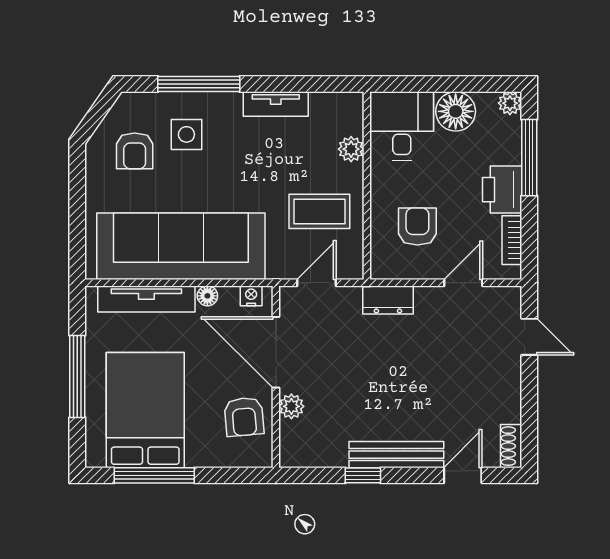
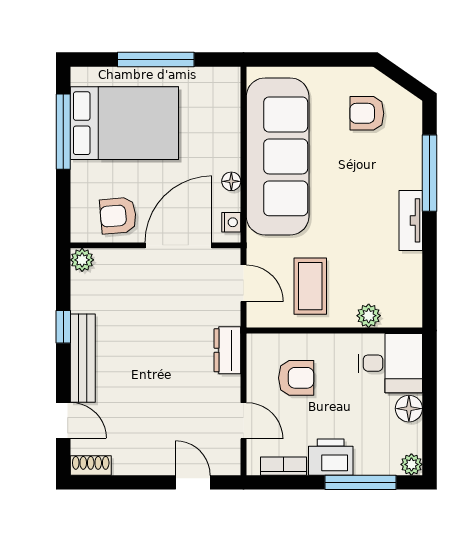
tv unit: (276, 104) -> (411, 220), moved
floor lamp: (456, 111) -> (409, 409), width x0.73, depth x0.73
side table: (186, 134) -> (382, 162), removed
tv unit: (146, 299) -> (228, 124), removed
door: (529, 337) -> (193, 482), swing flipped
plant: (291, 406) -> (82, 260), moved

